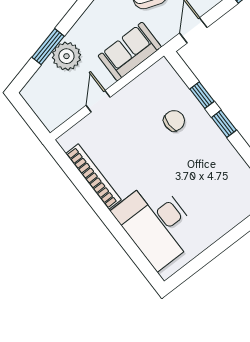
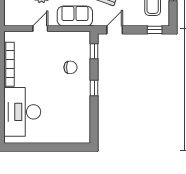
window: (202, 95) -> (94, 51), moved

